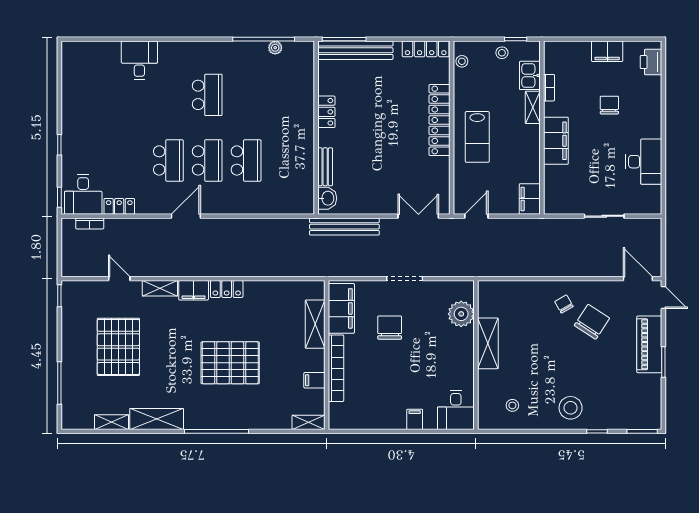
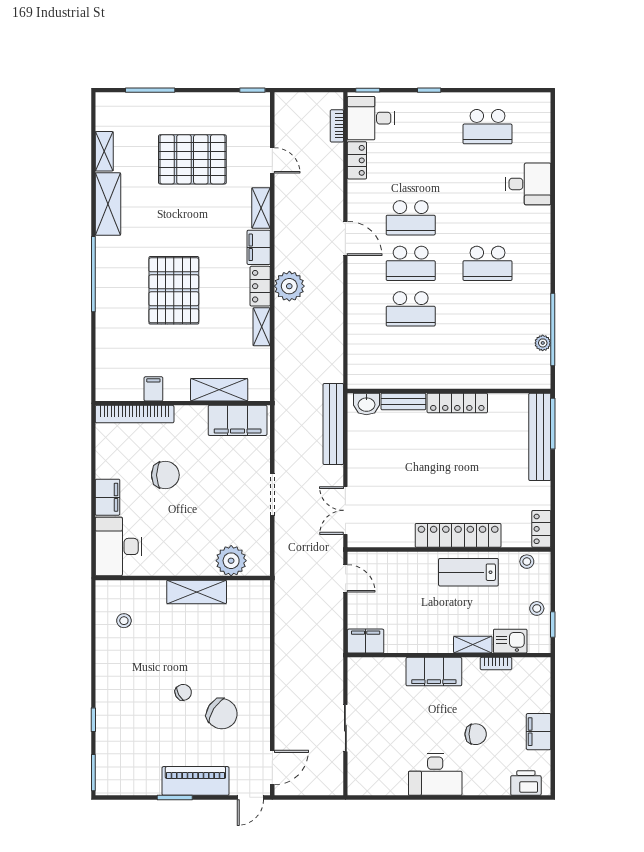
locker: (426, 49) -> (541, 529), width x0.66
school desk: (90, 95) -> (487, 127), added
locker: (326, 112) -> (457, 403), width x1.53
lab bench: (477, 137) -> (468, 572), moved
desk: (644, 162) -> (435, 775), moved
double door: (418, 216) -> (345, 510), swing flipped
plant: (227, 264) -> (289, 286), added
door: (119, 279) -> (272, 160), hinge flipped
chair: (564, 304) -> (183, 692), moved
chair: (390, 328) -> (165, 475), moved
bookcase: (336, 368) -> (135, 414), moved
stool: (571, 408) -> (121, 689), removed
desk: (456, 410) -> (119, 546), width x1.37
filing cabinet: (415, 419) -> (108, 497), width x2.00
shelving: (309, 422) -> (262, 327), moved

